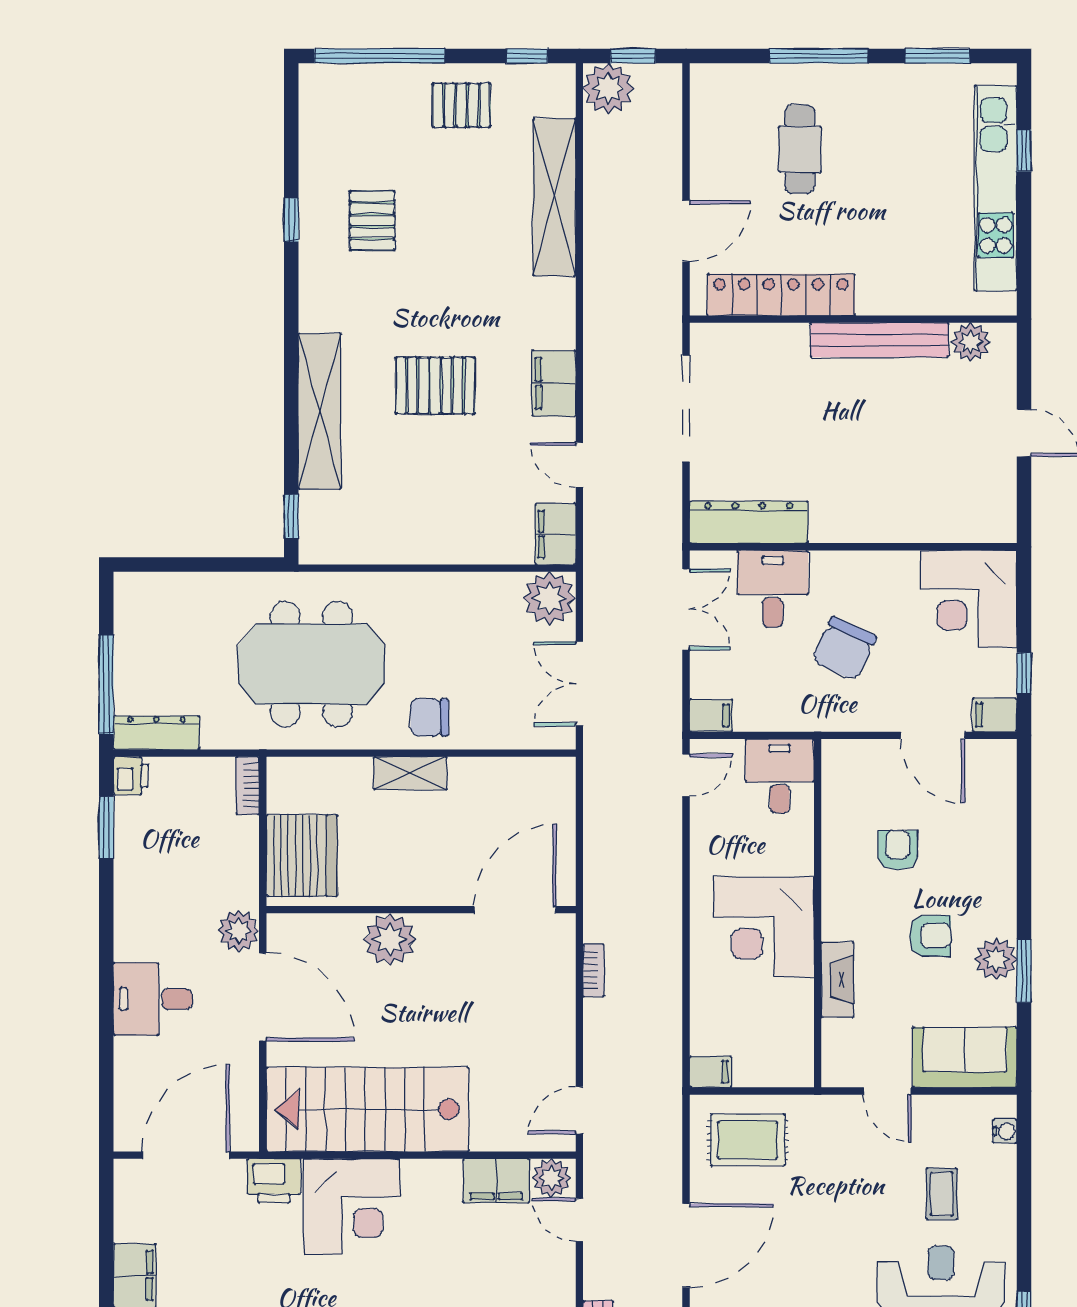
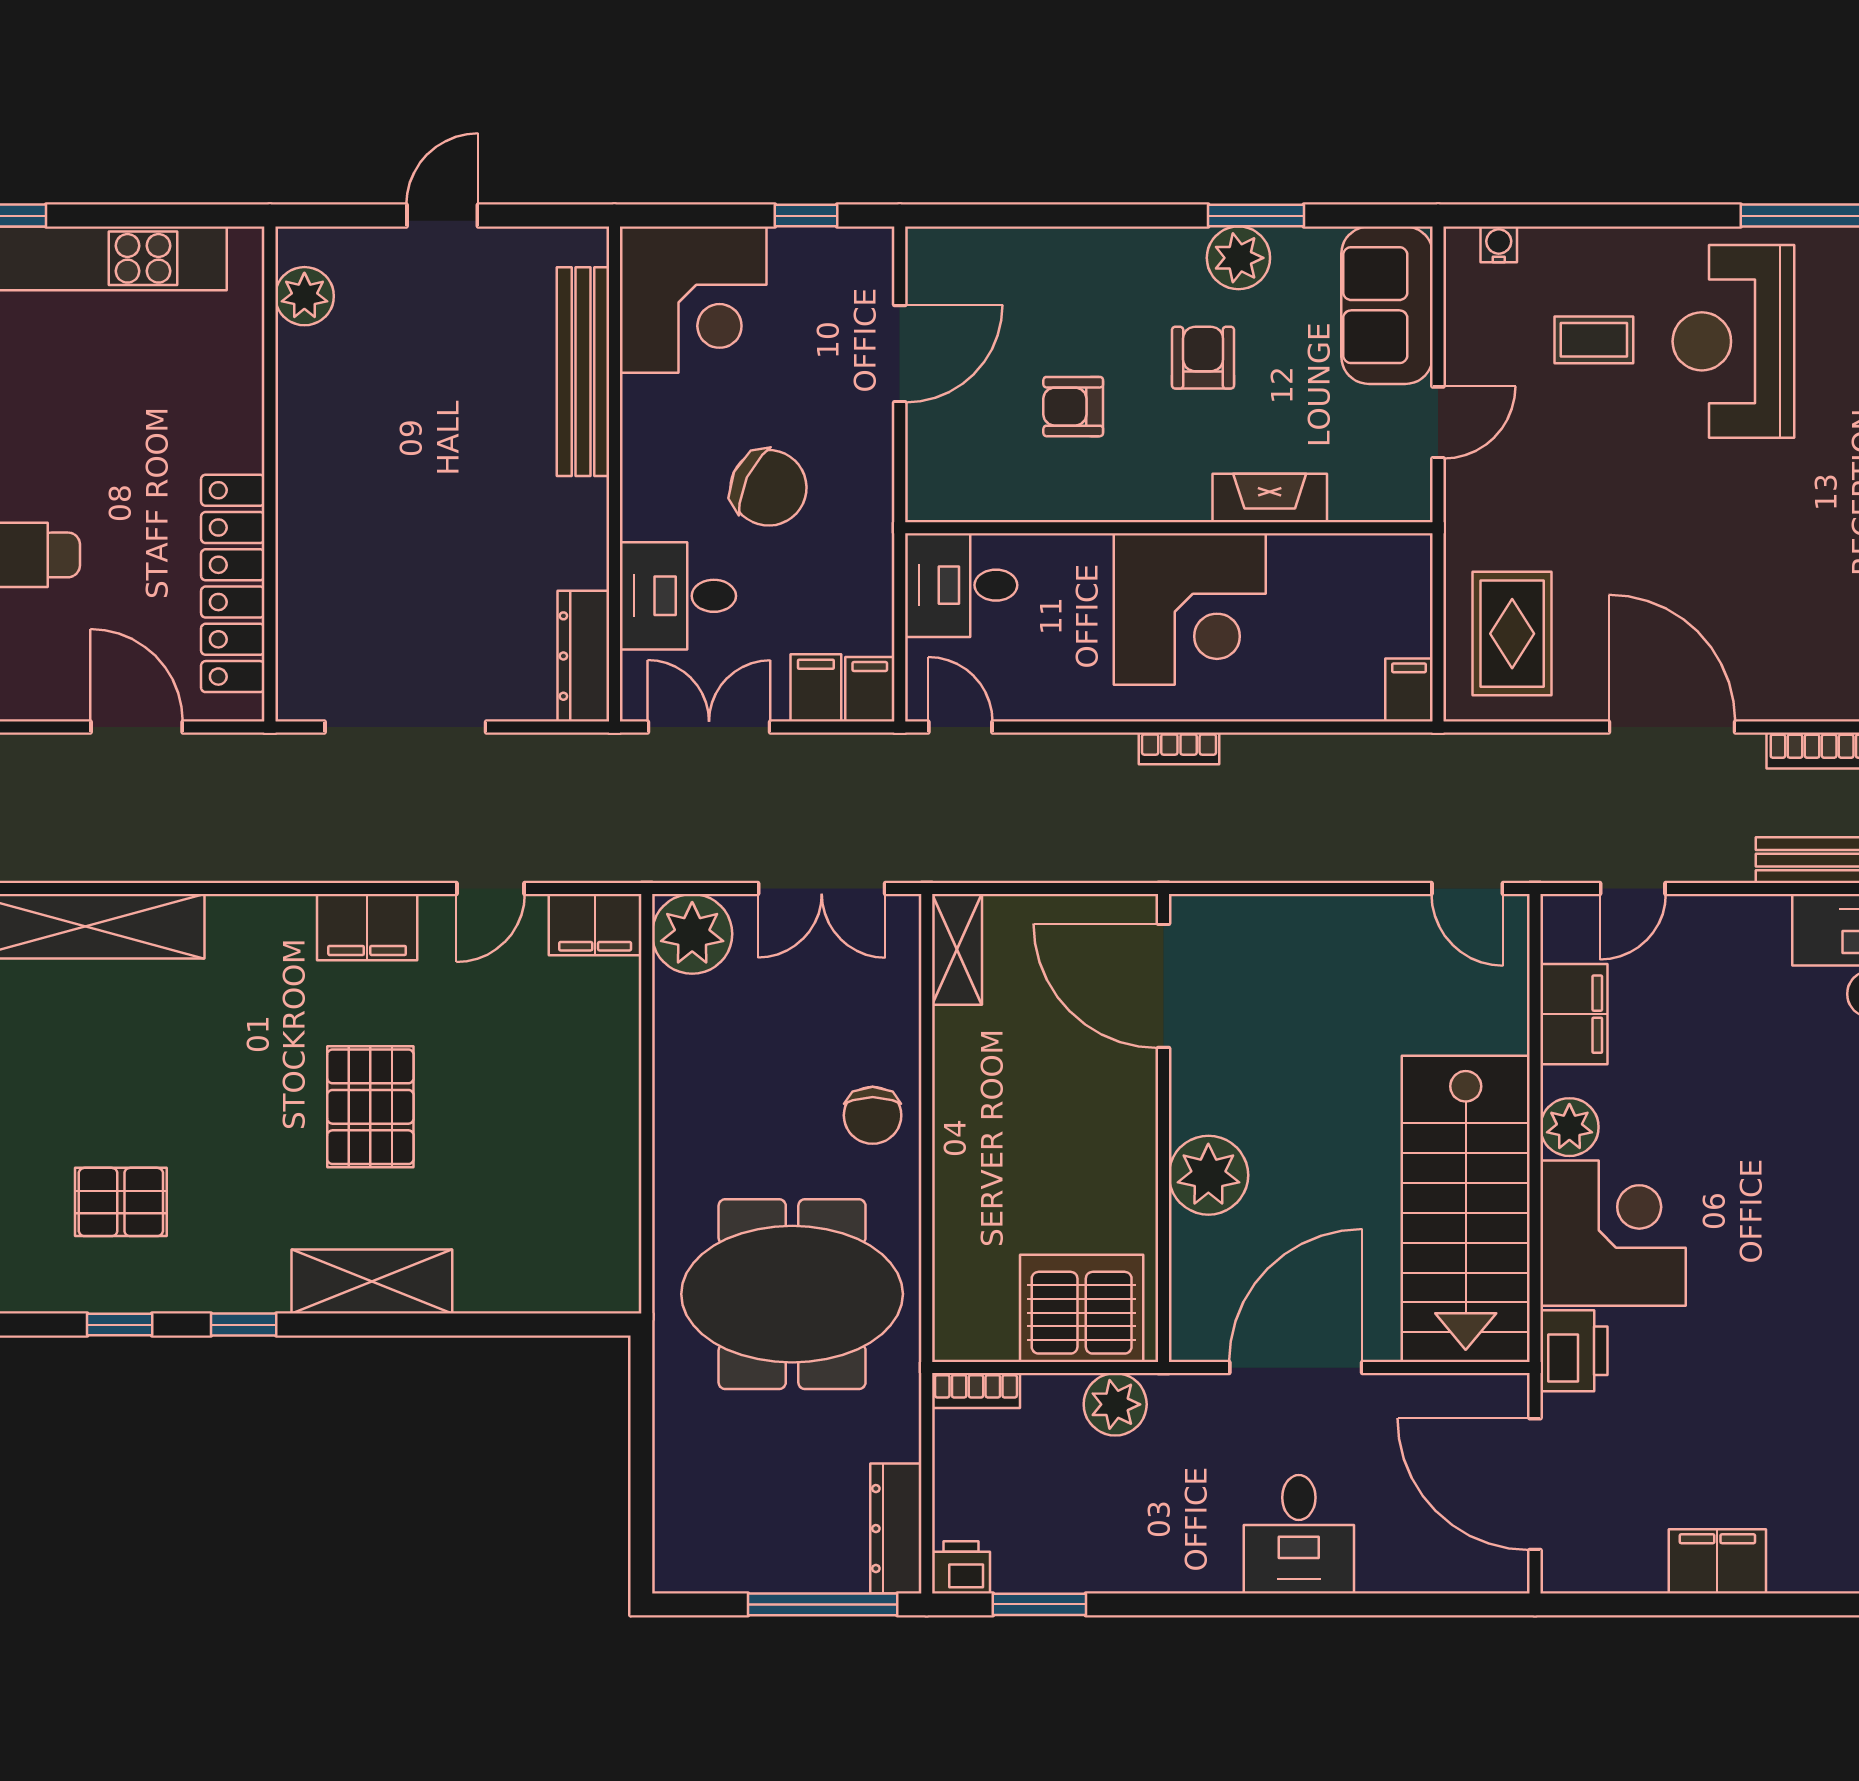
bench: (879, 340) -> (583, 372), moved
shelving: (320, 411) -> (372, 1282), width x0.68
window: (291, 516) -> (244, 1325), moved
dresser: (749, 522) -> (583, 656), width x0.73, depth x0.80
meeting table: (311, 664) -> (792, 1294), turned 90
filing cabinet: (995, 715) -> (816, 688), moved, turned 180
shelving: (410, 773) -> (957, 949), moved
plant: (238, 931) -> (1115, 1404), moved
bookcase: (593, 970) -> (1179, 748), moved, turned 180
plant: (551, 1178) -> (1569, 1127), moved

